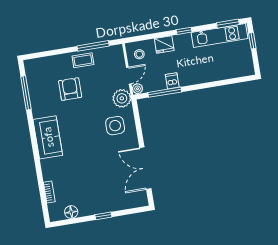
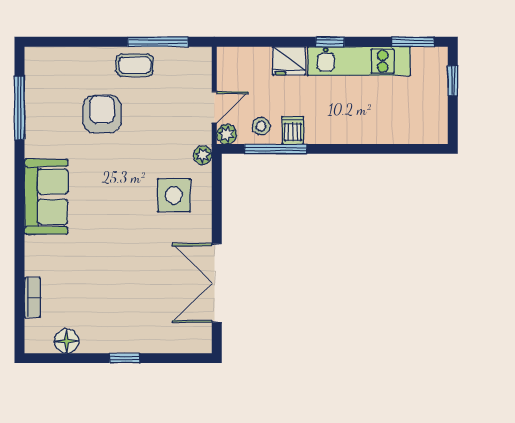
kitchen unit: (220, 36) -> (359, 61), moved
stool: (139, 54) -> (261, 126), moved
plant: (122, 98) -> (203, 155), width x0.53, depth x0.53

